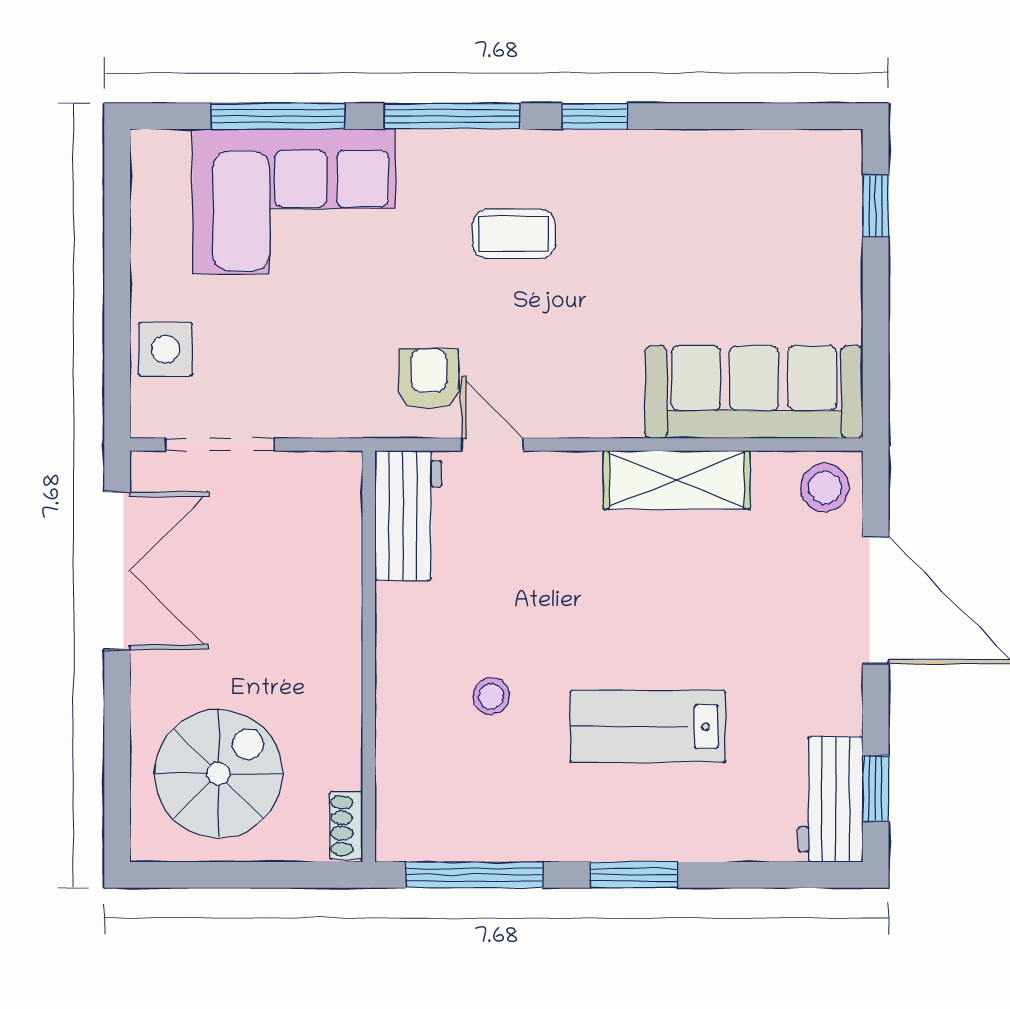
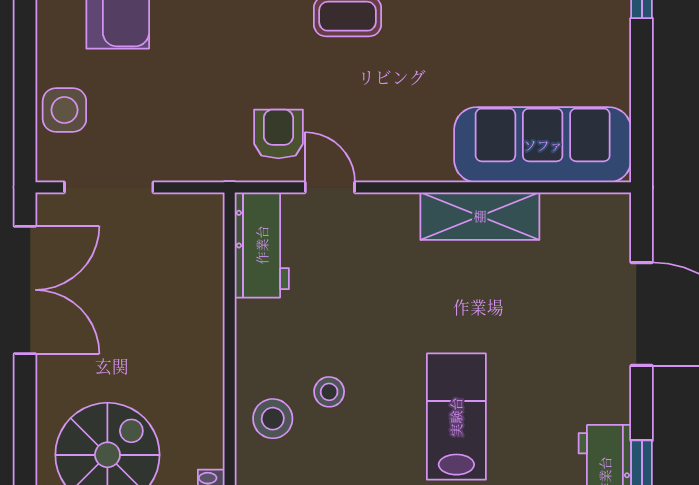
stool: (825, 487) -> (273, 419), moved
lab bench: (648, 727) -> (456, 417), turned 90

